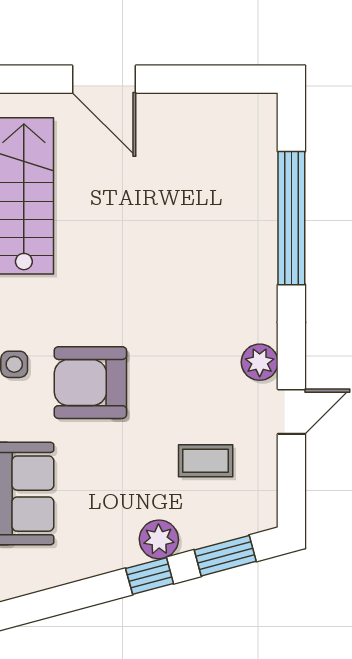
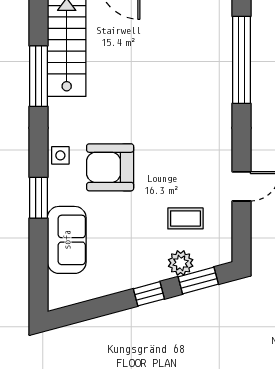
plant: (260, 362) -> (221, 154), removed
plant: (159, 539) -> (181, 263), moved

